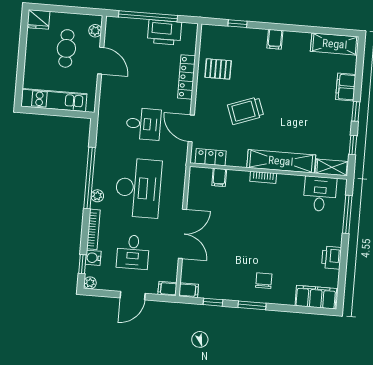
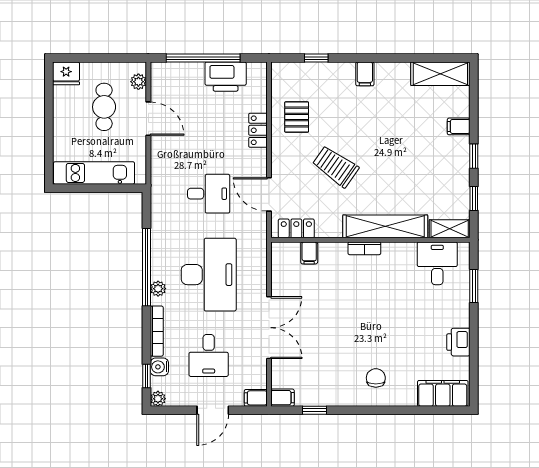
pallet: (218, 69) -> (297, 117), turned 90
locker: (187, 77) -> (258, 130), width x0.66
filing cabinet: (346, 87) -> (459, 126), width x0.50
trolley: (246, 111) -> (335, 166), turned 55
window: (347, 214) -> (474, 286), width x0.69
window: (252, 305) -> (364, 410), removed

